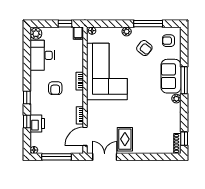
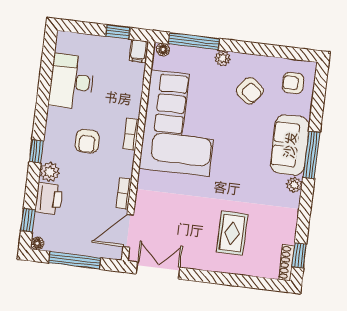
window: (148, 24) -> (194, 41), moved
plant: (36, 34) -> (50, 172), moved
window: (27, 121) -> (28, 220), moved
rug: (125, 139) -> (232, 233), moved

